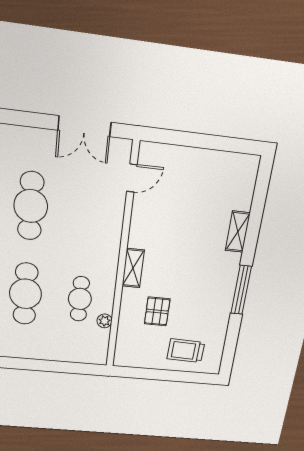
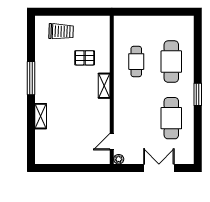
double door: (84, 126) -> (159, 168), moved
pallet: (157, 311) -> (85, 58), turned 90
plant: (105, 321) -> (119, 159), moved

